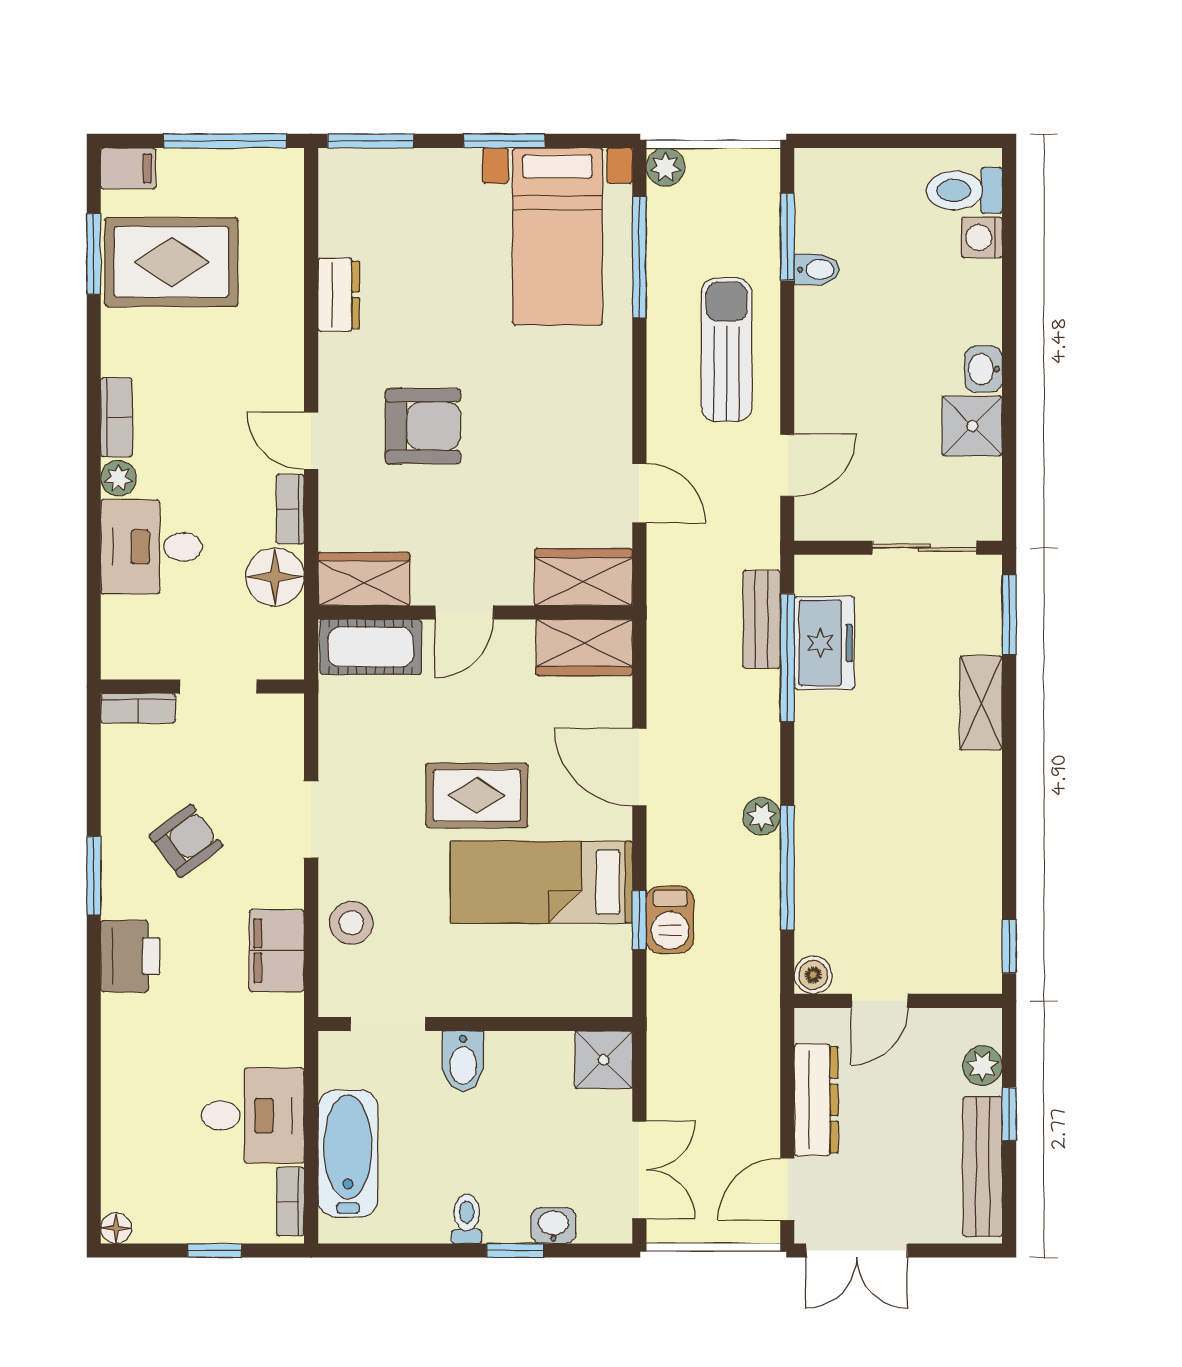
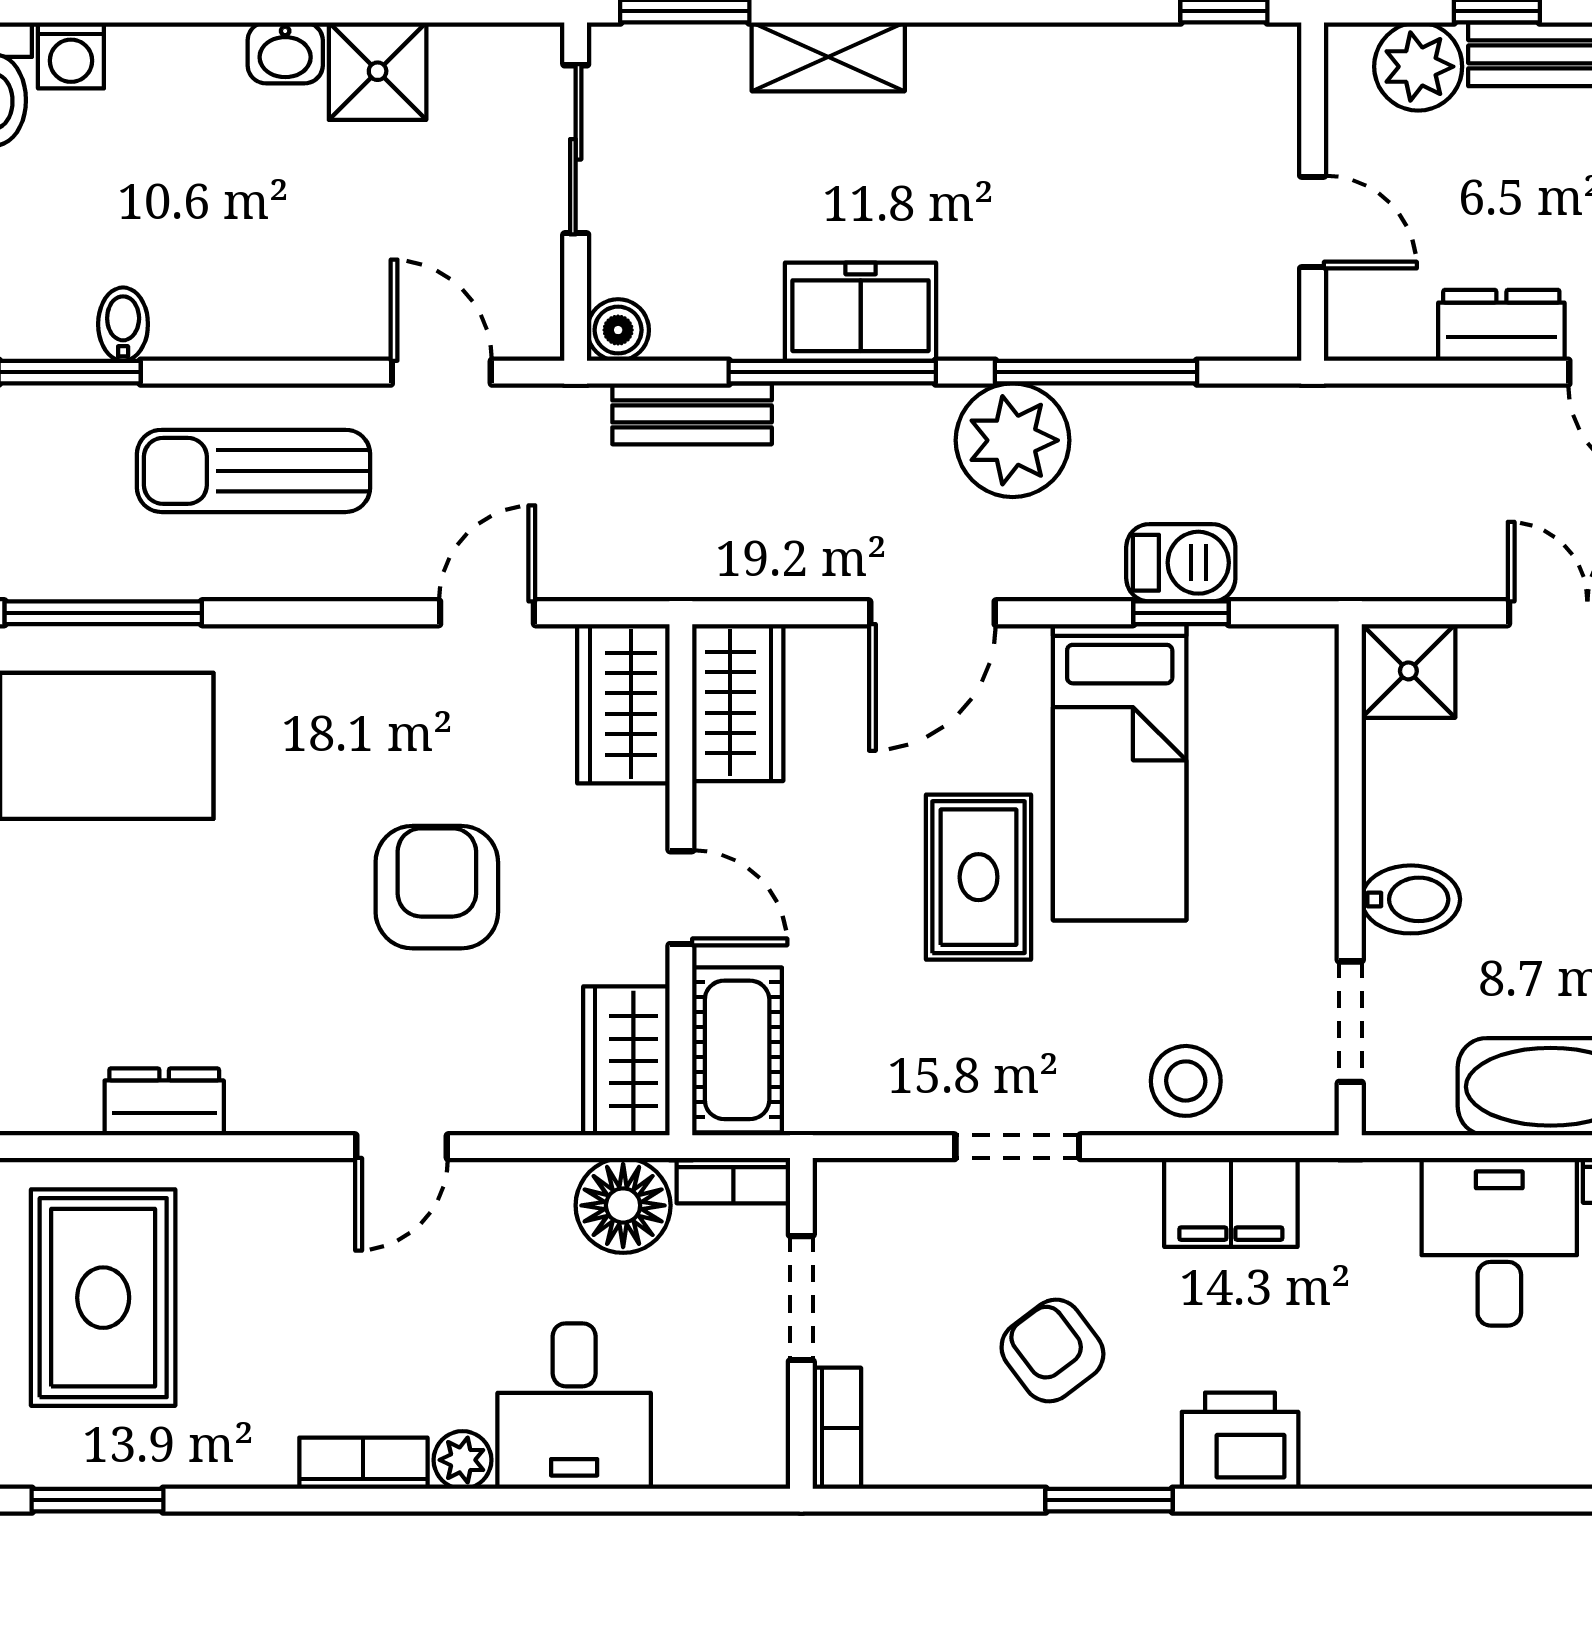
rug: (171, 262) -> (103, 1298), moved
armchair: (423, 426) -> (437, 887), moved
bookcase: (290, 509) -> (733, 1181), moved
freezer: (824, 643) -> (861, 312), moved
window: (787, 657) -> (832, 372), moved
plant: (762, 816) -> (1013, 440), width x1.88, depth x1.88
boiler: (813, 975) -> (618, 330), moved
plant: (983, 1066) -> (1418, 67), width x1.38, depth x1.38
dresser: (816, 1100) -> (1501, 325), width x0.70

